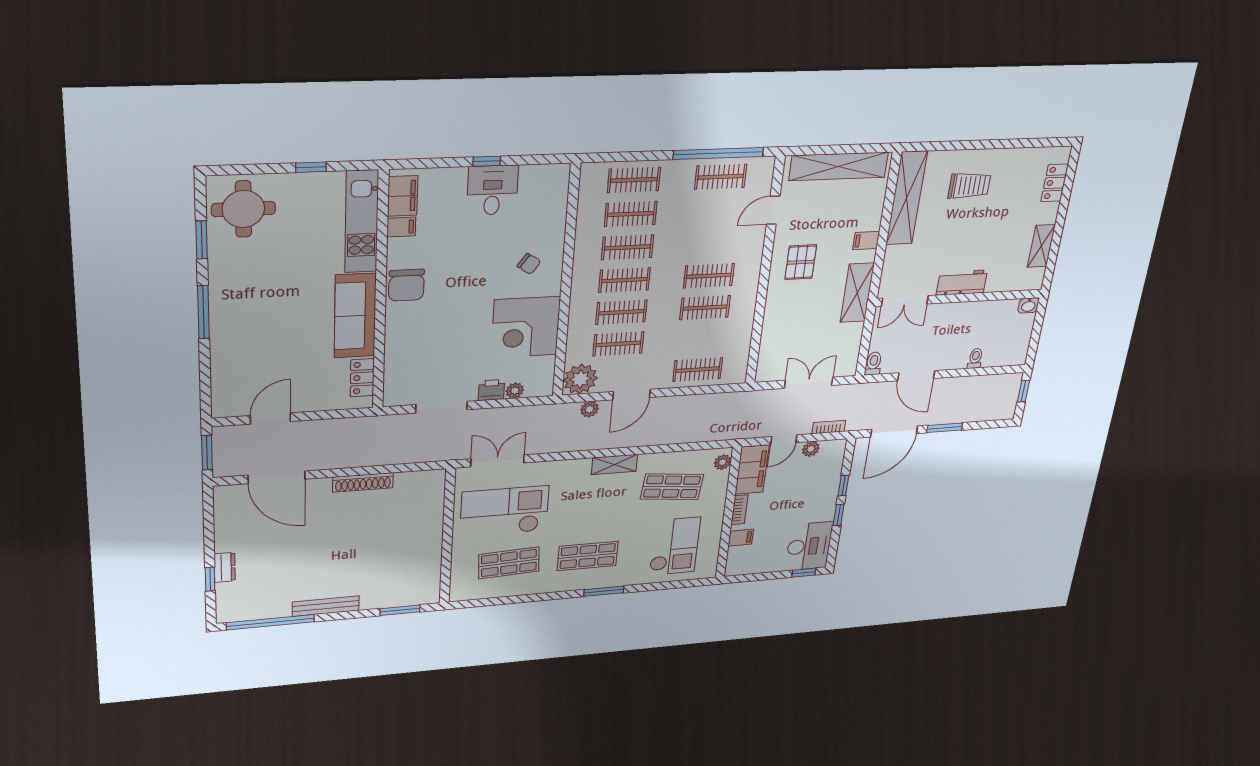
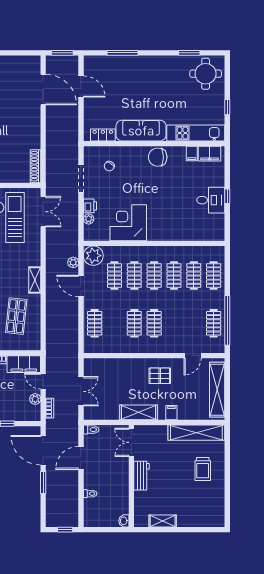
locker: (1055, 183) -> (202, 521), removed
door: (773, 210) -> (193, 356), swing flipped
chair: (529, 264) -> (109, 166), moved
window: (203, 312) -> (123, 53), moved
plant: (723, 462) -> (31, 345), removed
door: (277, 477) -> (43, 90), swing flipped
shoe rack: (363, 482) -> (36, 166), moved

